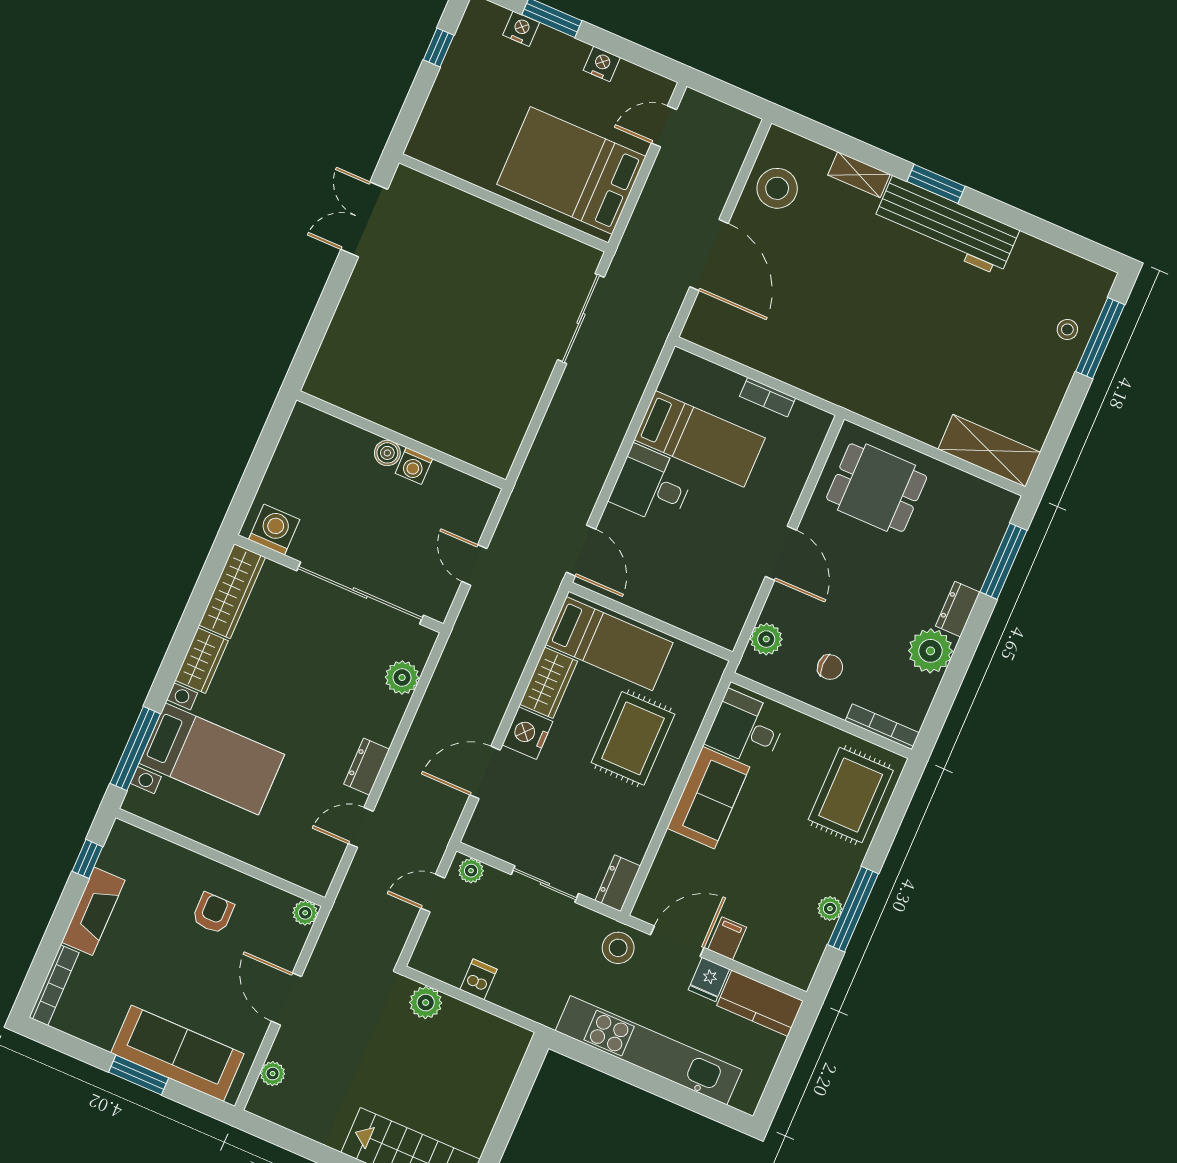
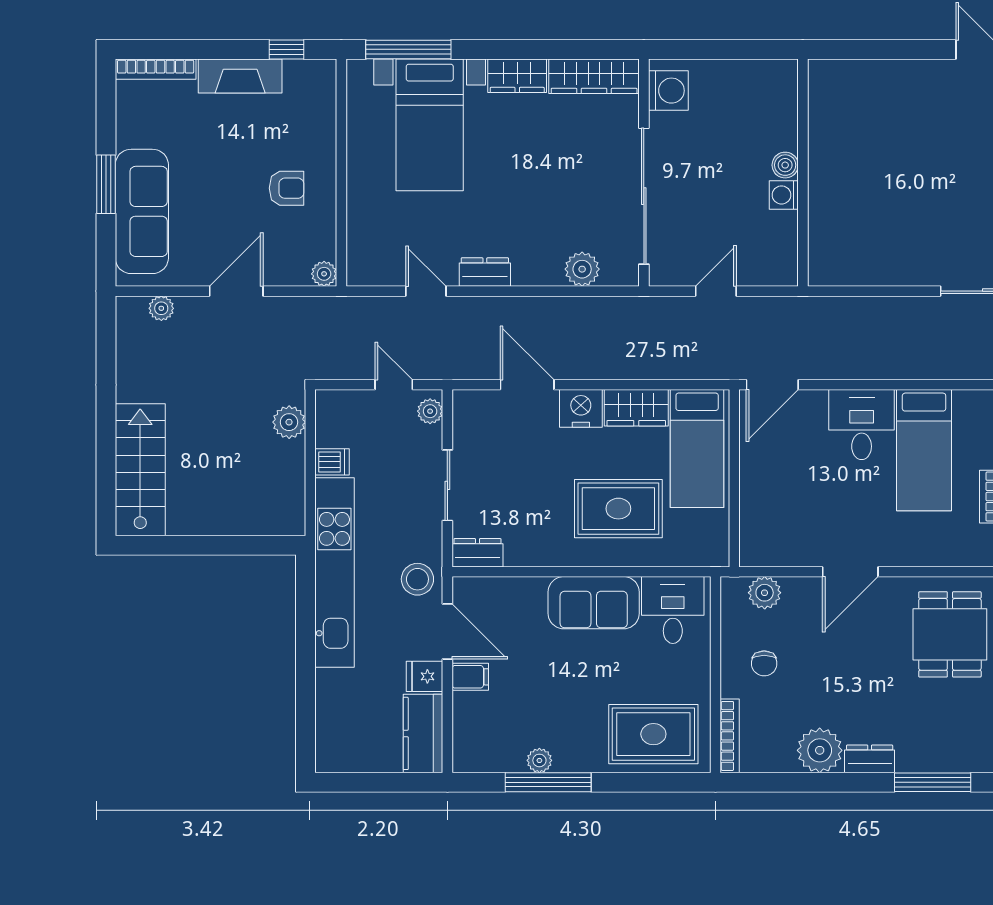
kitchen unit: (649, 1050) -> (334, 573), moved

